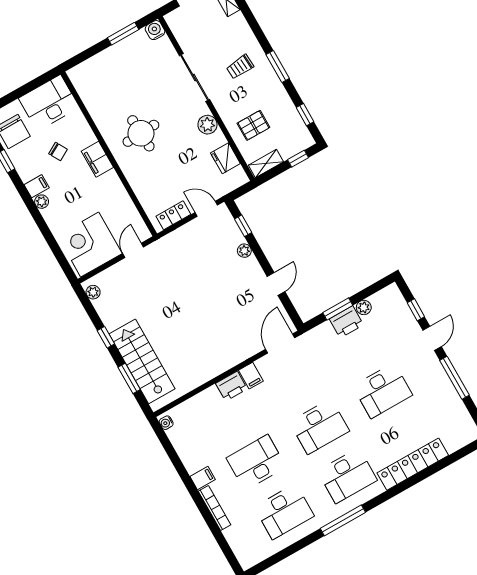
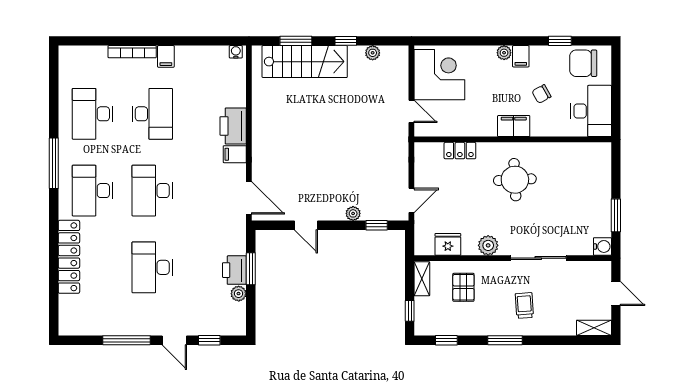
locker: (173, 215) -> (460, 151), moved, turned 90
plant: (93, 292) -> (373, 53), moved
printer: (231, 386) -> (233, 126), width x1.37, depth x1.19

